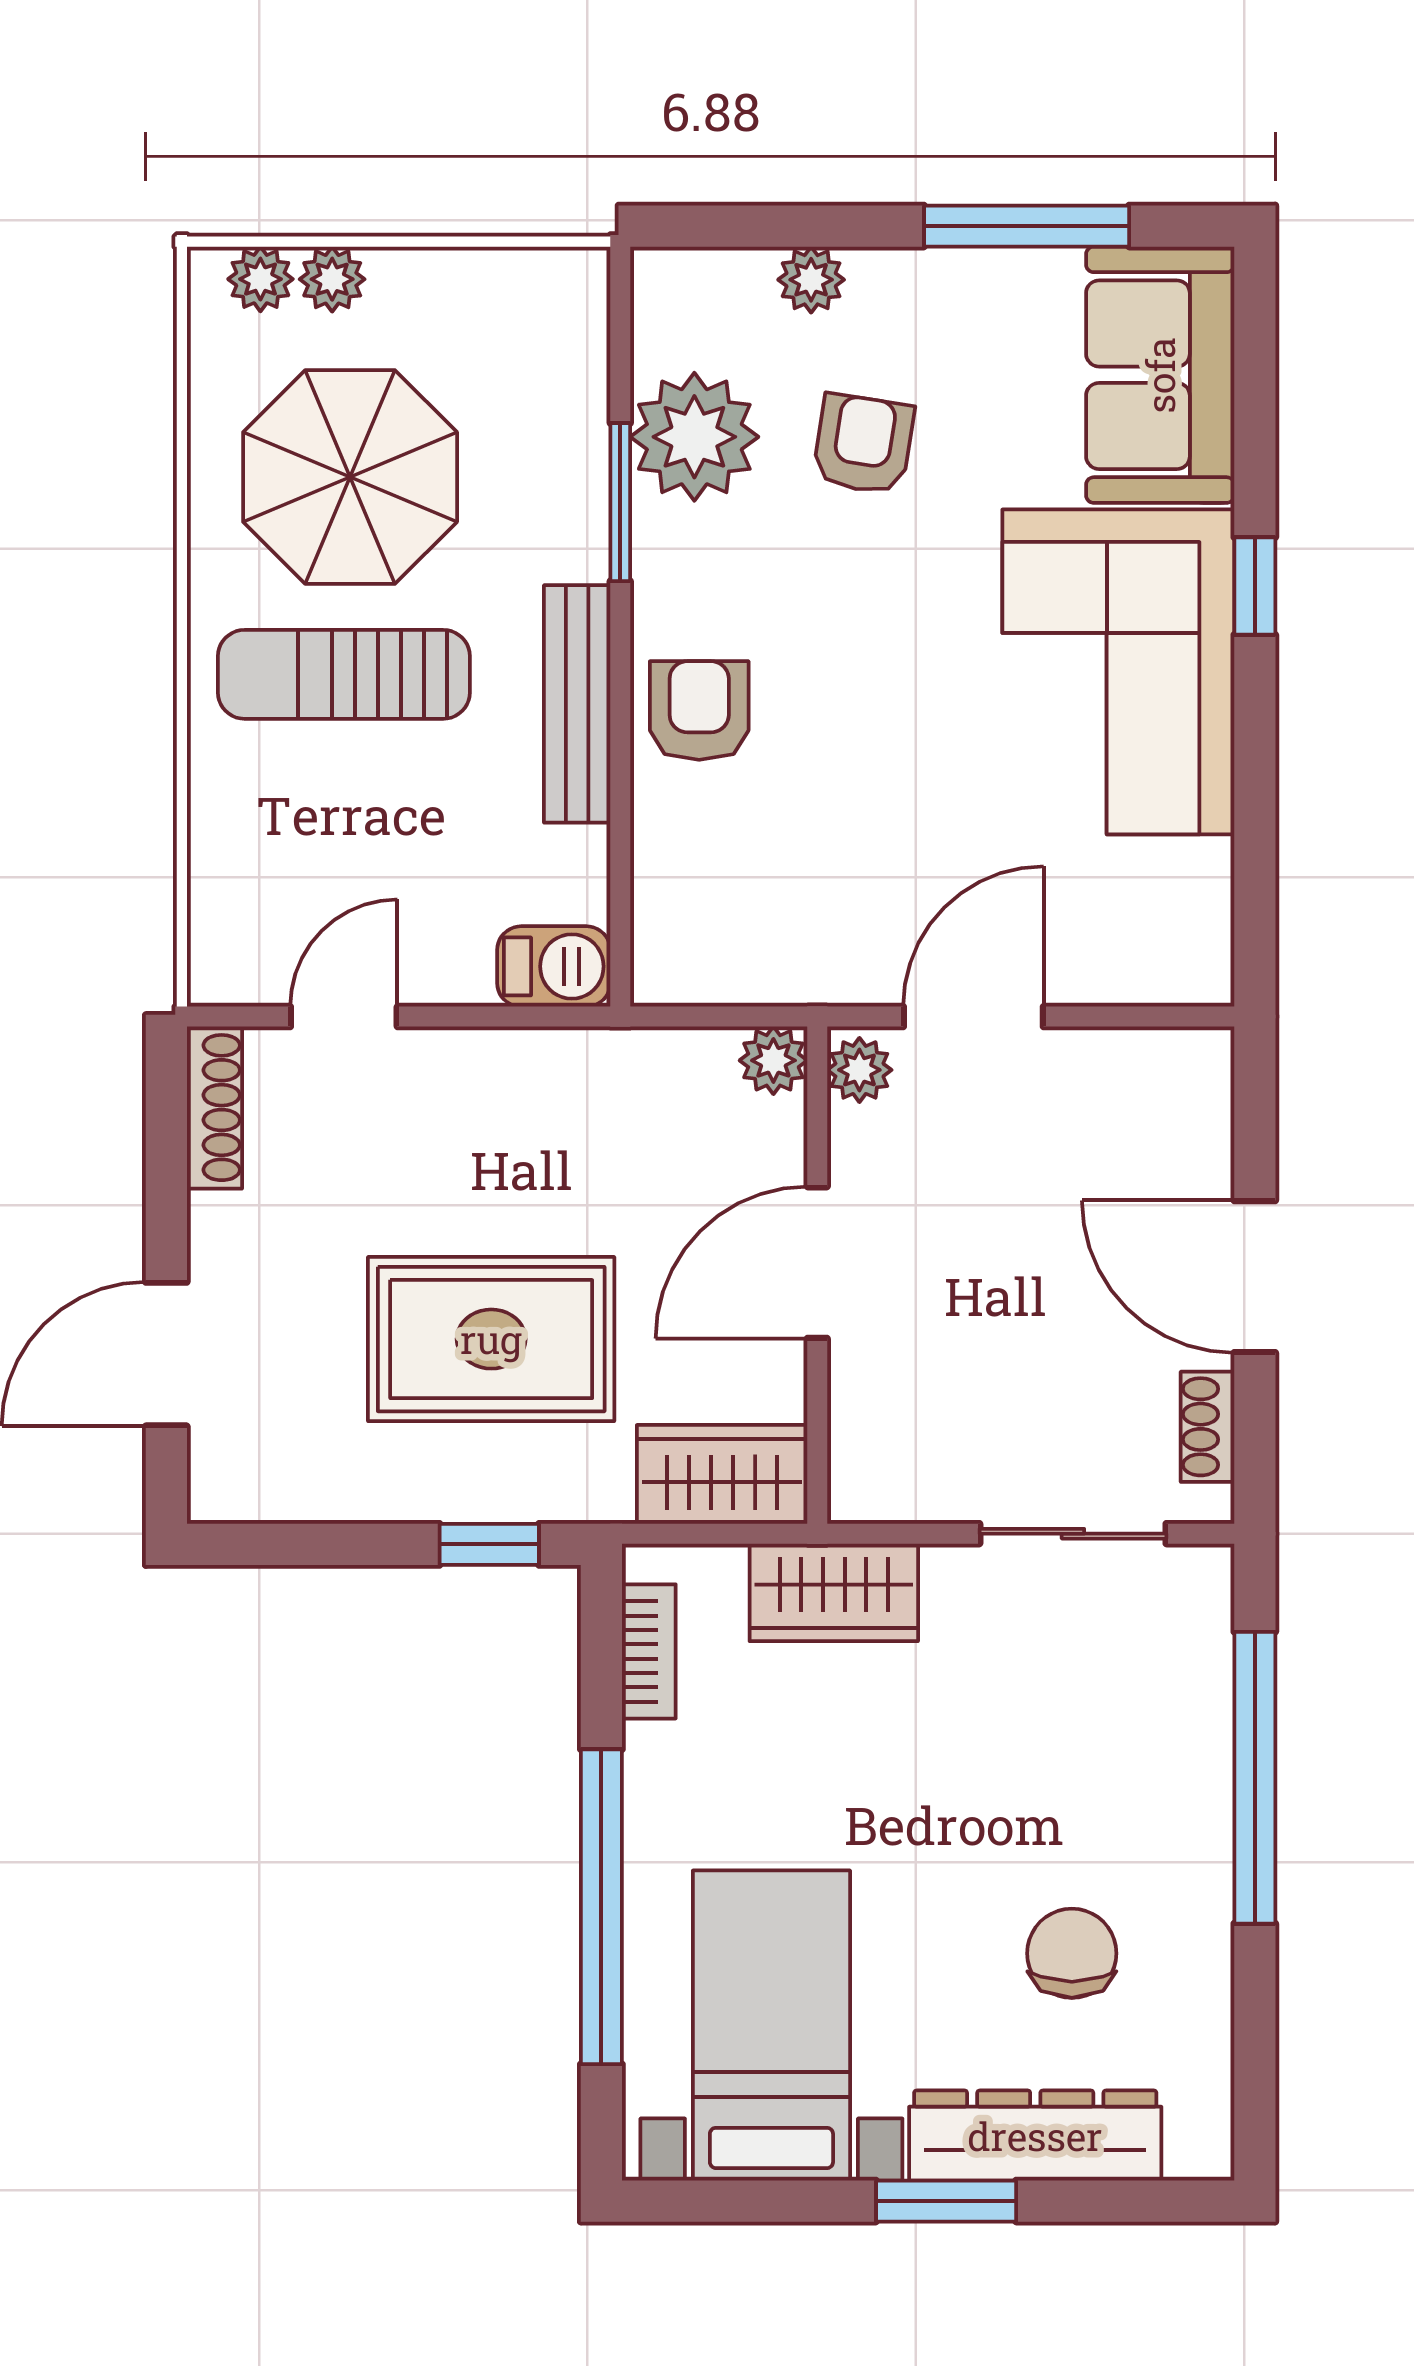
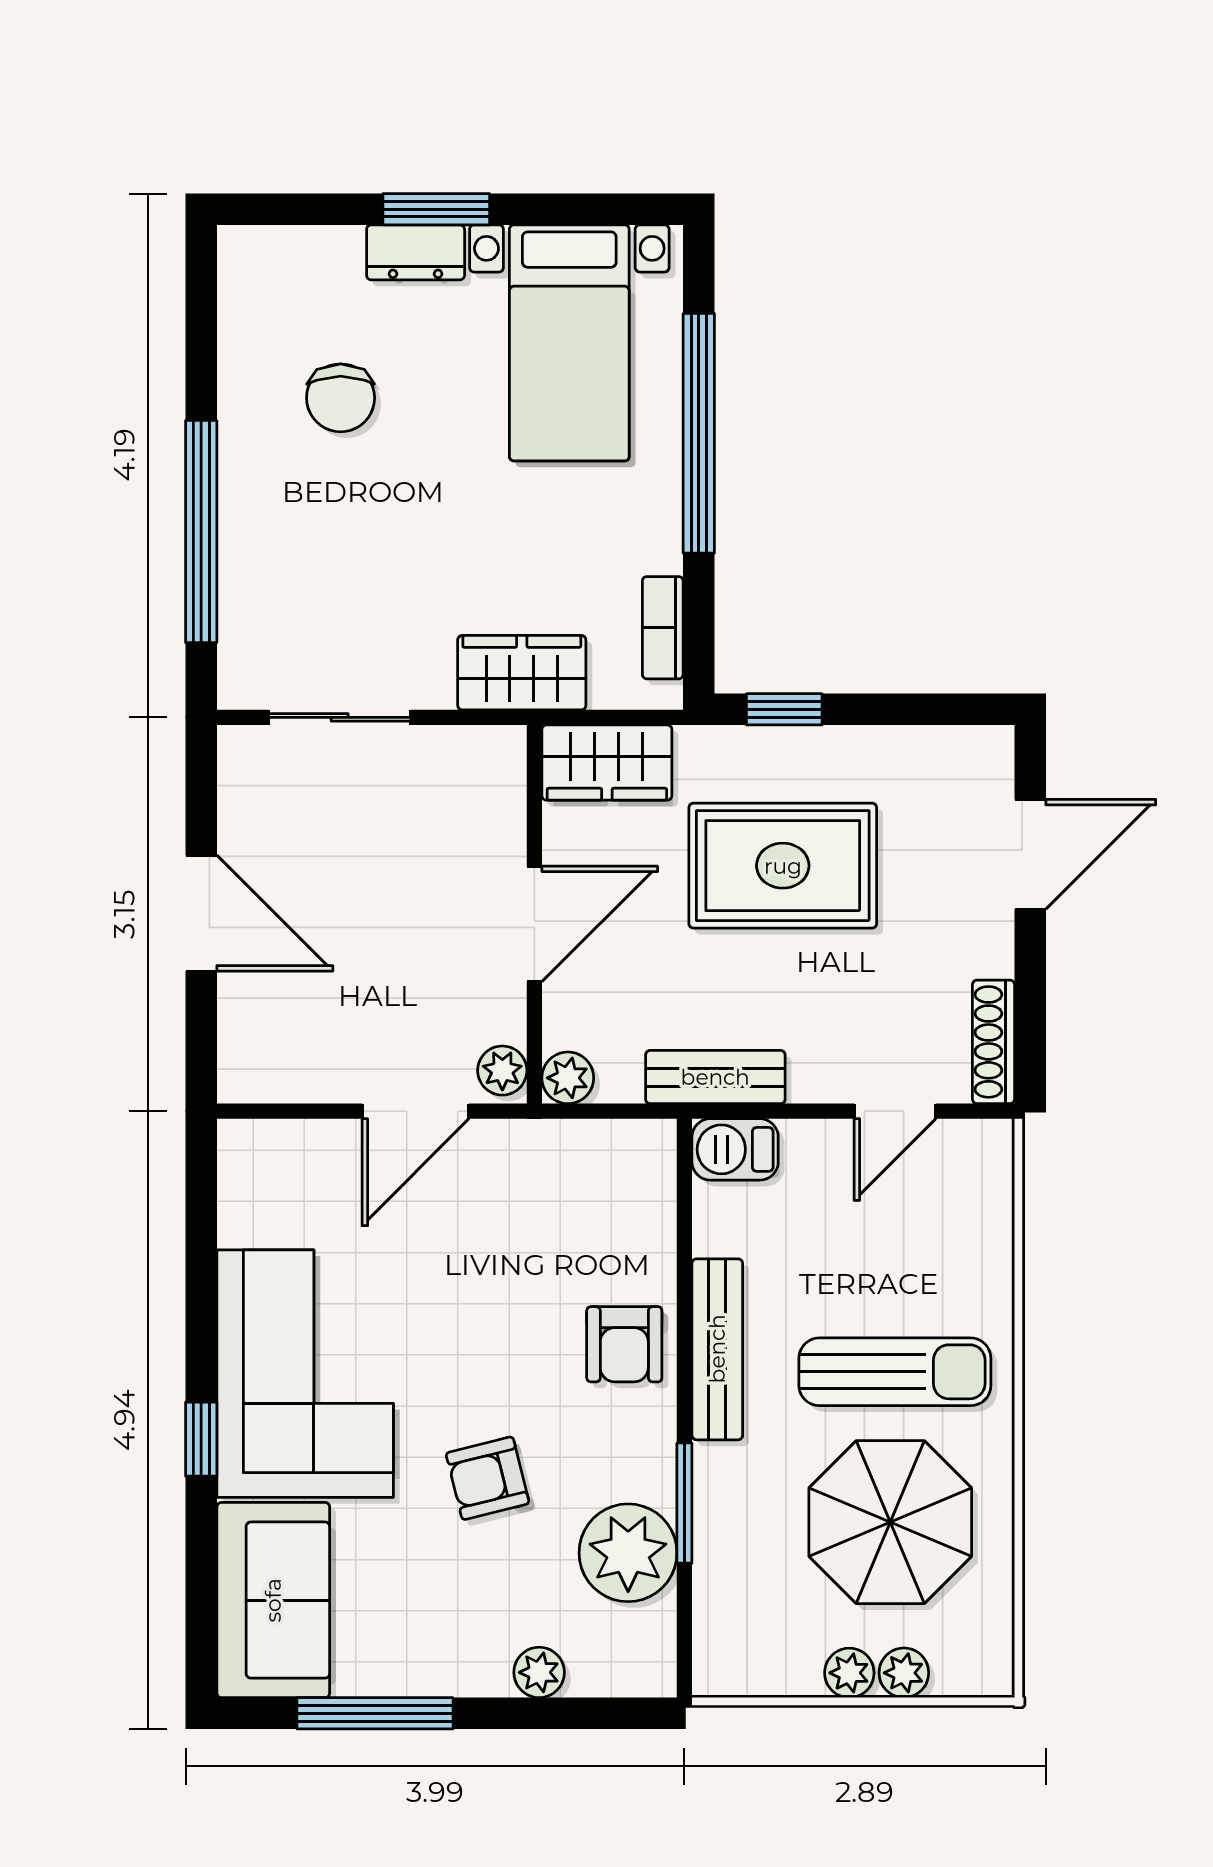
plant: (260, 279) -> (849, 1673), moved
armchair: (863, 444) -> (488, 1478), moved, turned 67
bench: (580, 1061) -> (715, 1077), added
shoe rack: (1207, 1427) -> (237, 799), removed
dresser: (1035, 2136) -> (416, 252), width x0.51, depth x0.80

